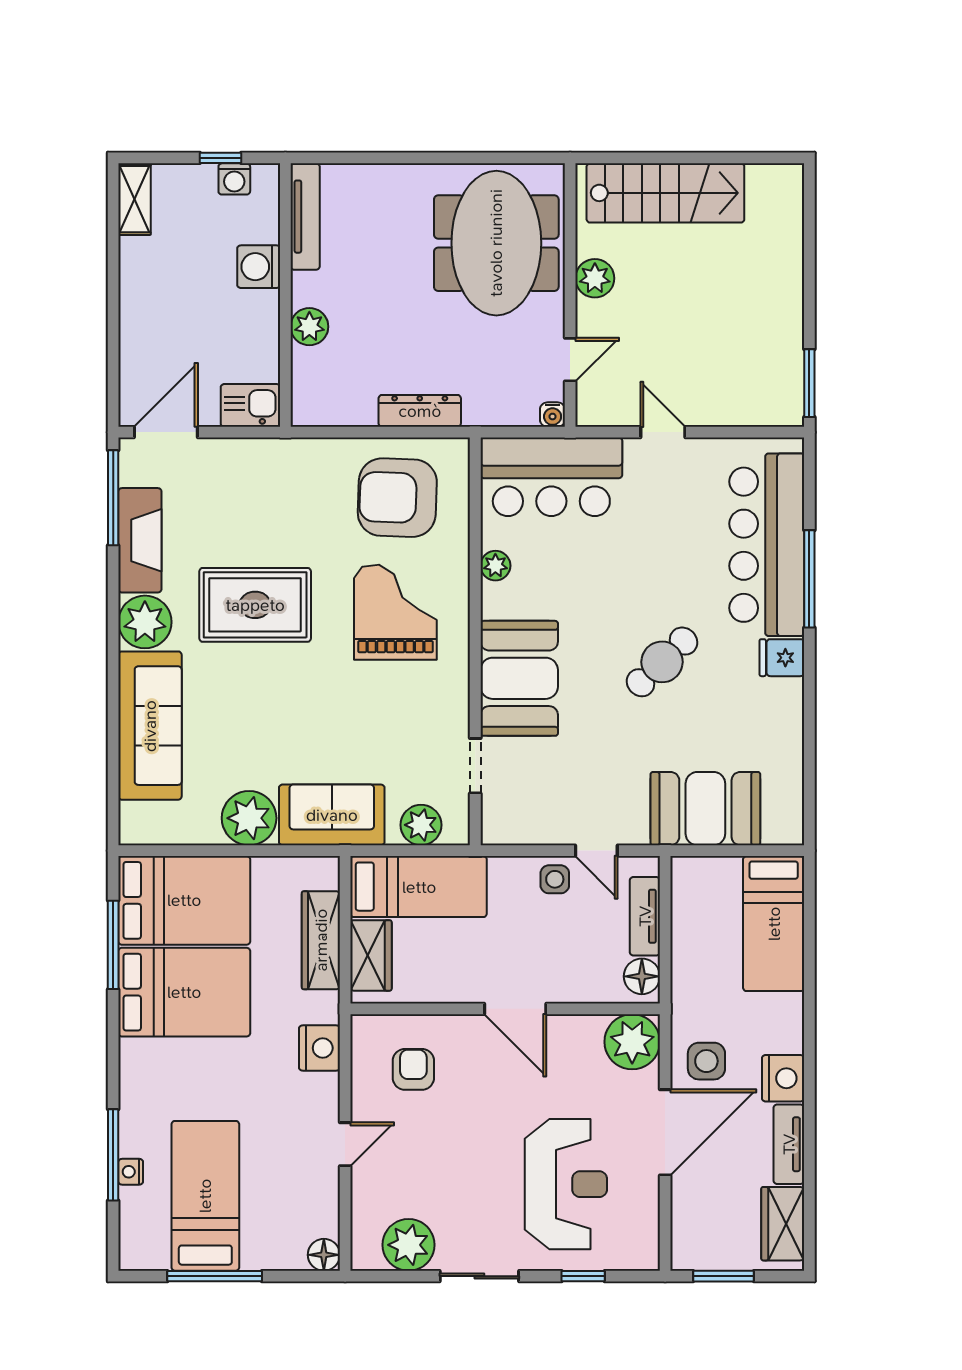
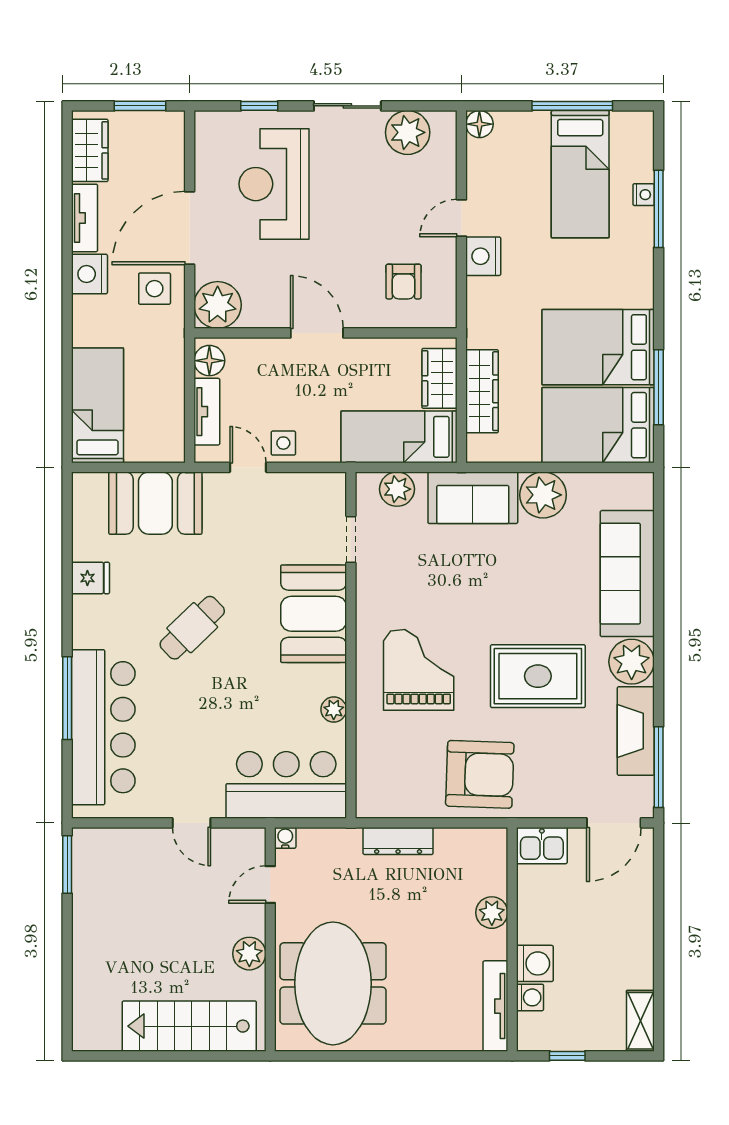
washing machine: (234, 179) -> (530, 997), moved, turned 90
armchair: (397, 498) -> (480, 774), moved
grand piano: (395, 612) -> (419, 670), turned 180
fridge: (782, 658) -> (90, 578), moved
nightstand: (319, 1048) -> (483, 256), moved

